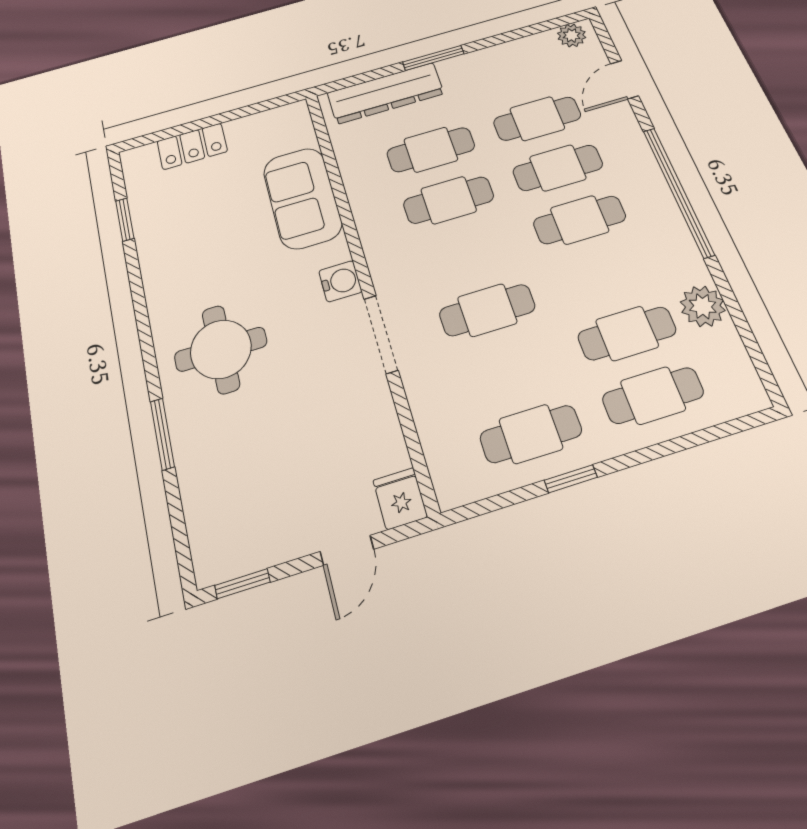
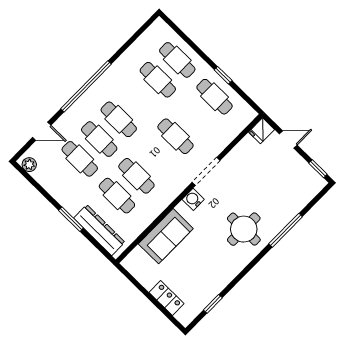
plant: (703, 306) -> (132, 57), removed
window: (162, 434) -> (286, 230), width x1.44

